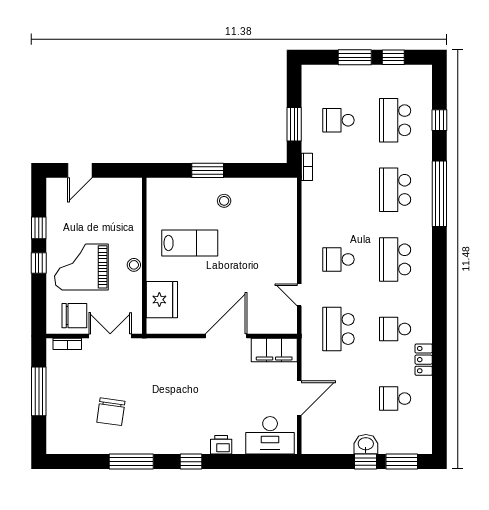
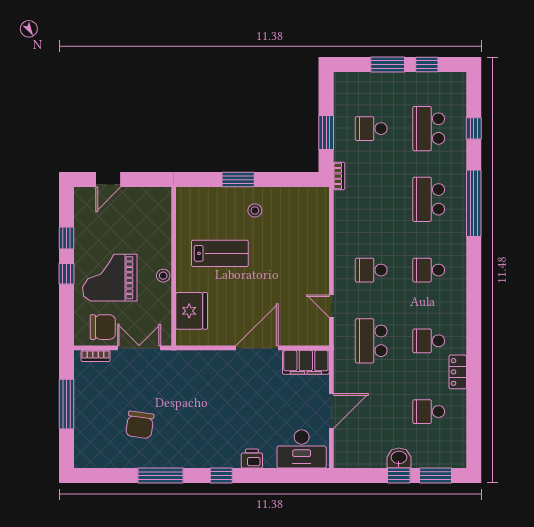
school desk: (395, 259) -> (429, 270), width x0.54

